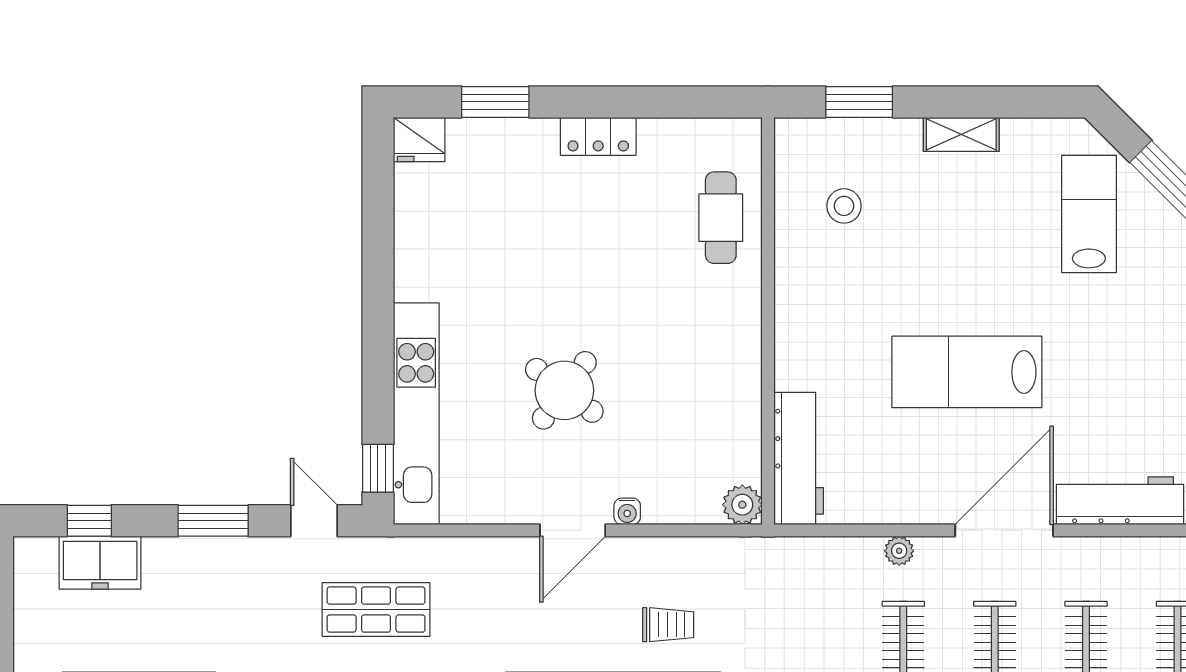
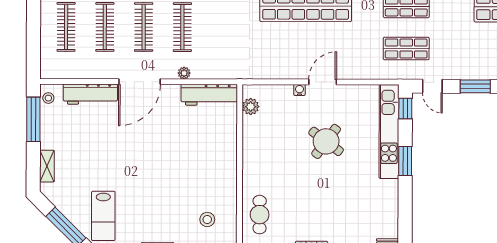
window: (378, 344) -> (405, 161), added
lab bench: (967, 372) -> (155, 149), removed
workbench: (799, 458) -> (209, 95), moved, turned -90
plant: (742, 505) -> (251, 107), moved
trolley: (668, 625) -> (282, 42), removed

